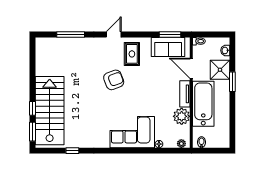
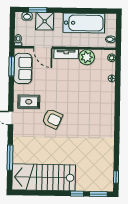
door: (191, 68) -> (43, 48), hinge flipped
armchair: (114, 80) -> (52, 119), turned 135
window: (232, 82) -> (38, 10), moved
bathtub: (203, 104) -> (84, 23), moved, turned 180
stairs: (50, 111) -> (44, 177), moved
corner sofa: (132, 132) -> (100, 103), removed
window: (72, 151) -> (116, 177), moved

